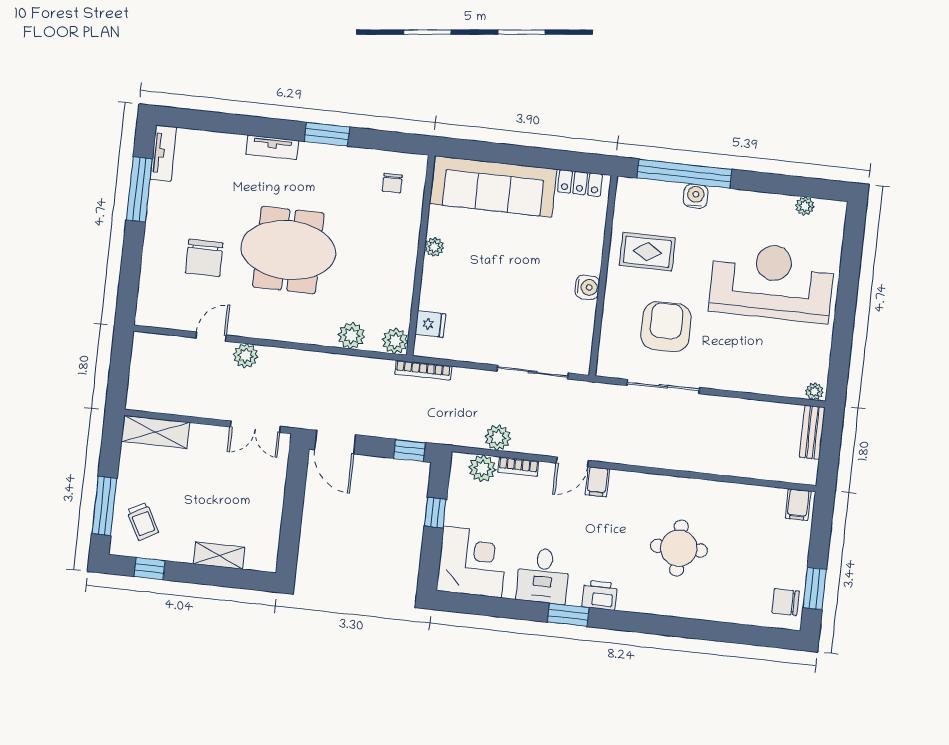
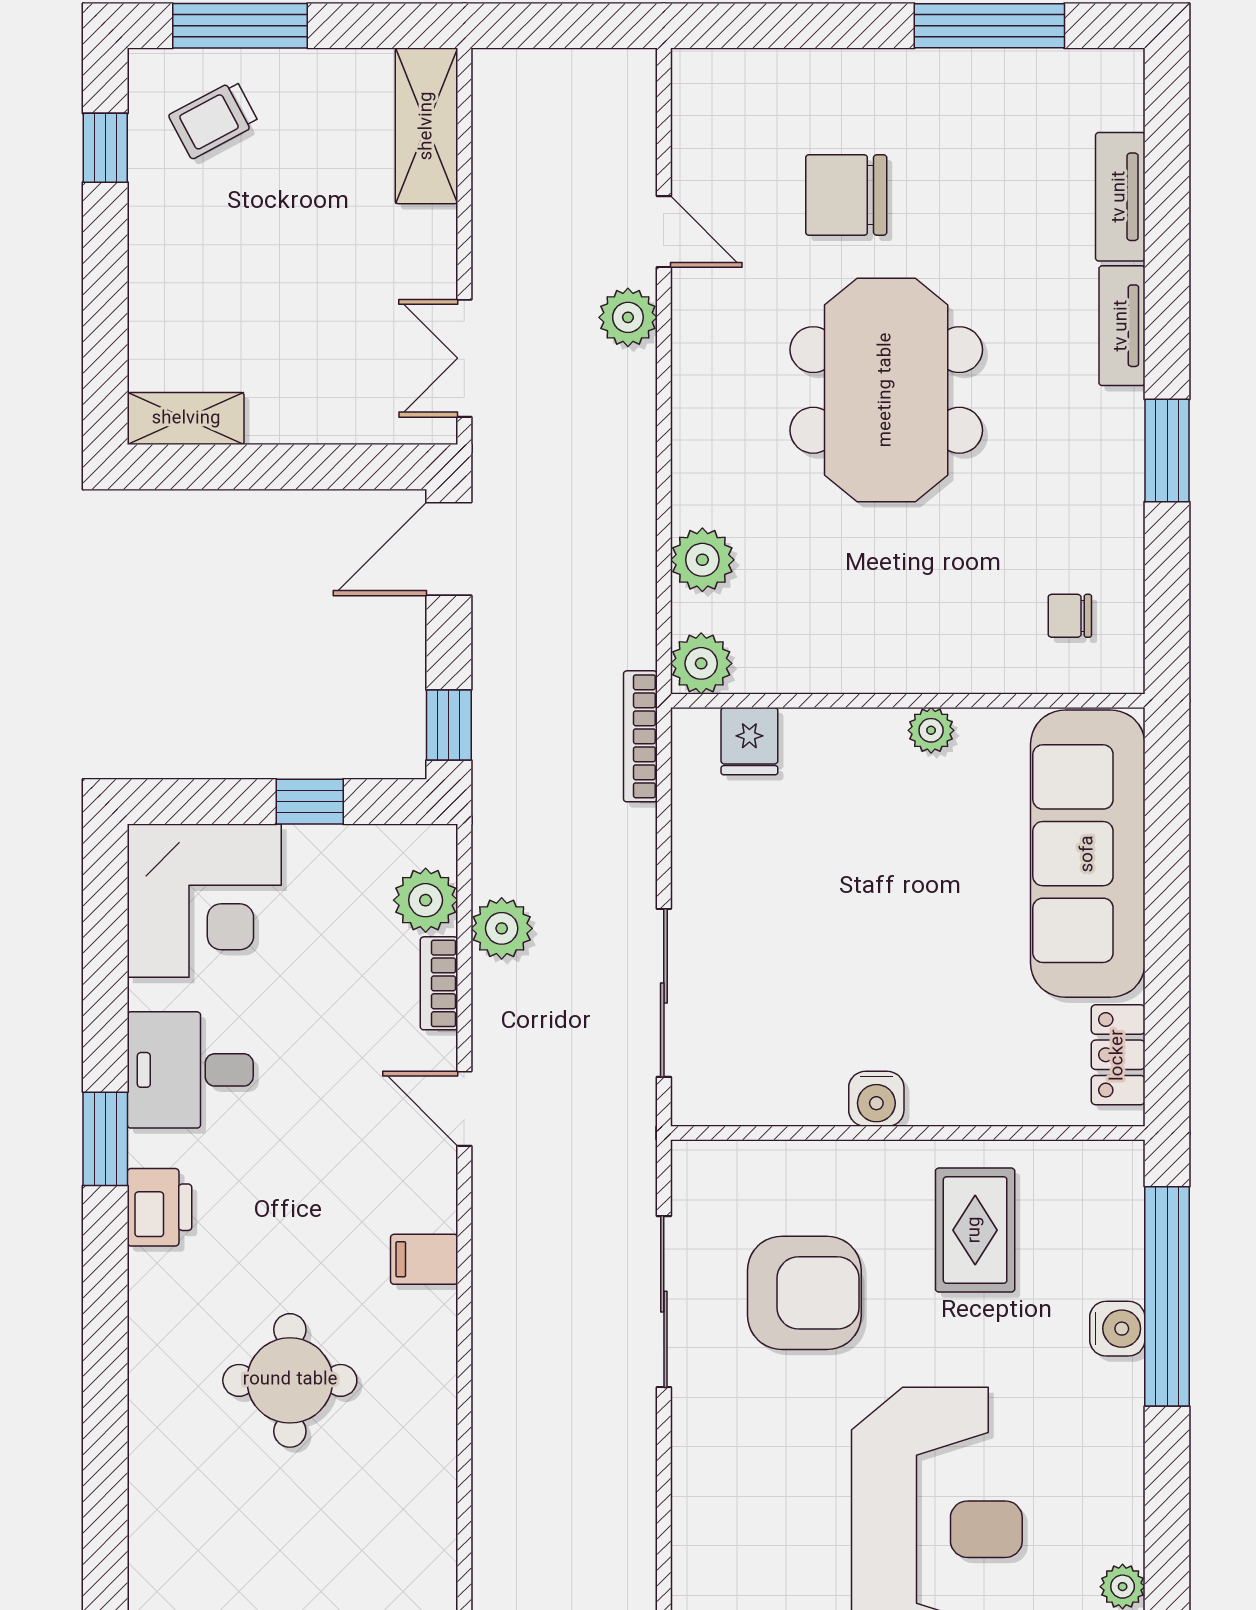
tv unit: (163, 153) -> (1120, 197), moved, turned 90
filing cabinet: (597, 482) -> (424, 1259), moved
shelving: (219, 556) -> (186, 419), moved, turned 90

